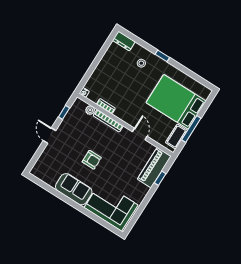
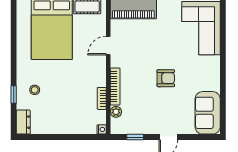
window: (162, 56) -> (14, 95), moved
armchair: (92, 160) -> (166, 78), turned 90
sofa: (74, 189) -> (208, 113), moved

